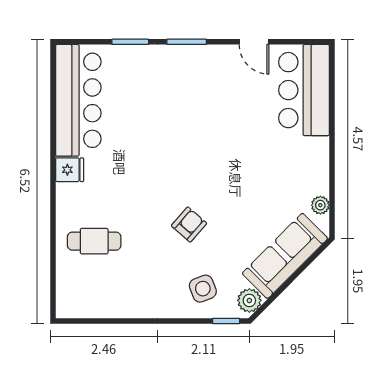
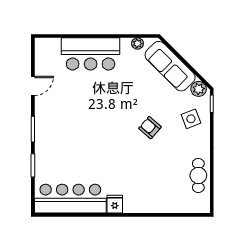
bar counter: (304, 90) -> (91, 54), moved
cafe table: (94, 241) -> (198, 175), moved

